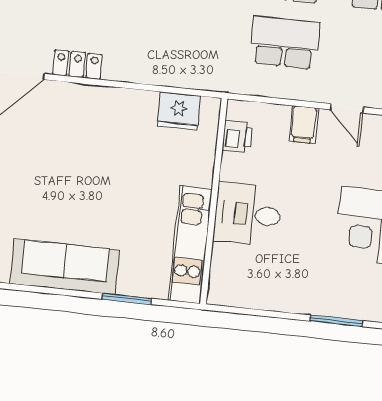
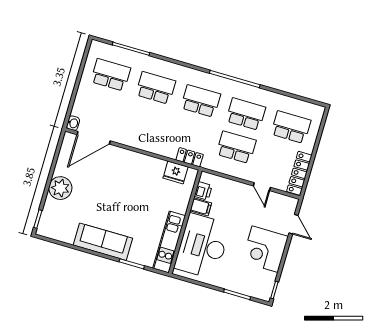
locker: (77, 64) -> (190, 157), moved
filing cabinet: (303, 125) -> (201, 207), moved, turned -90
desk: (248, 214) -> (202, 246), width x1.87, depth x1.30

